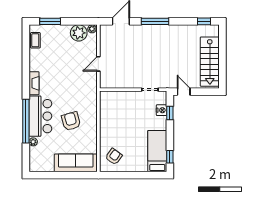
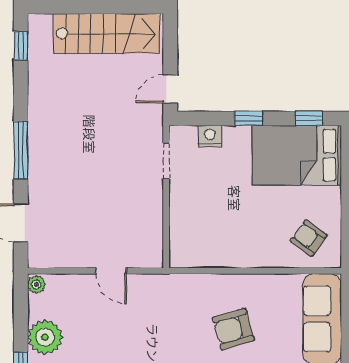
plant: (79, 33) -> (45, 337), moved
window: (170, 113) -> (249, 118), moved
bed: (157, 151) -> (297, 155), width x1.50

